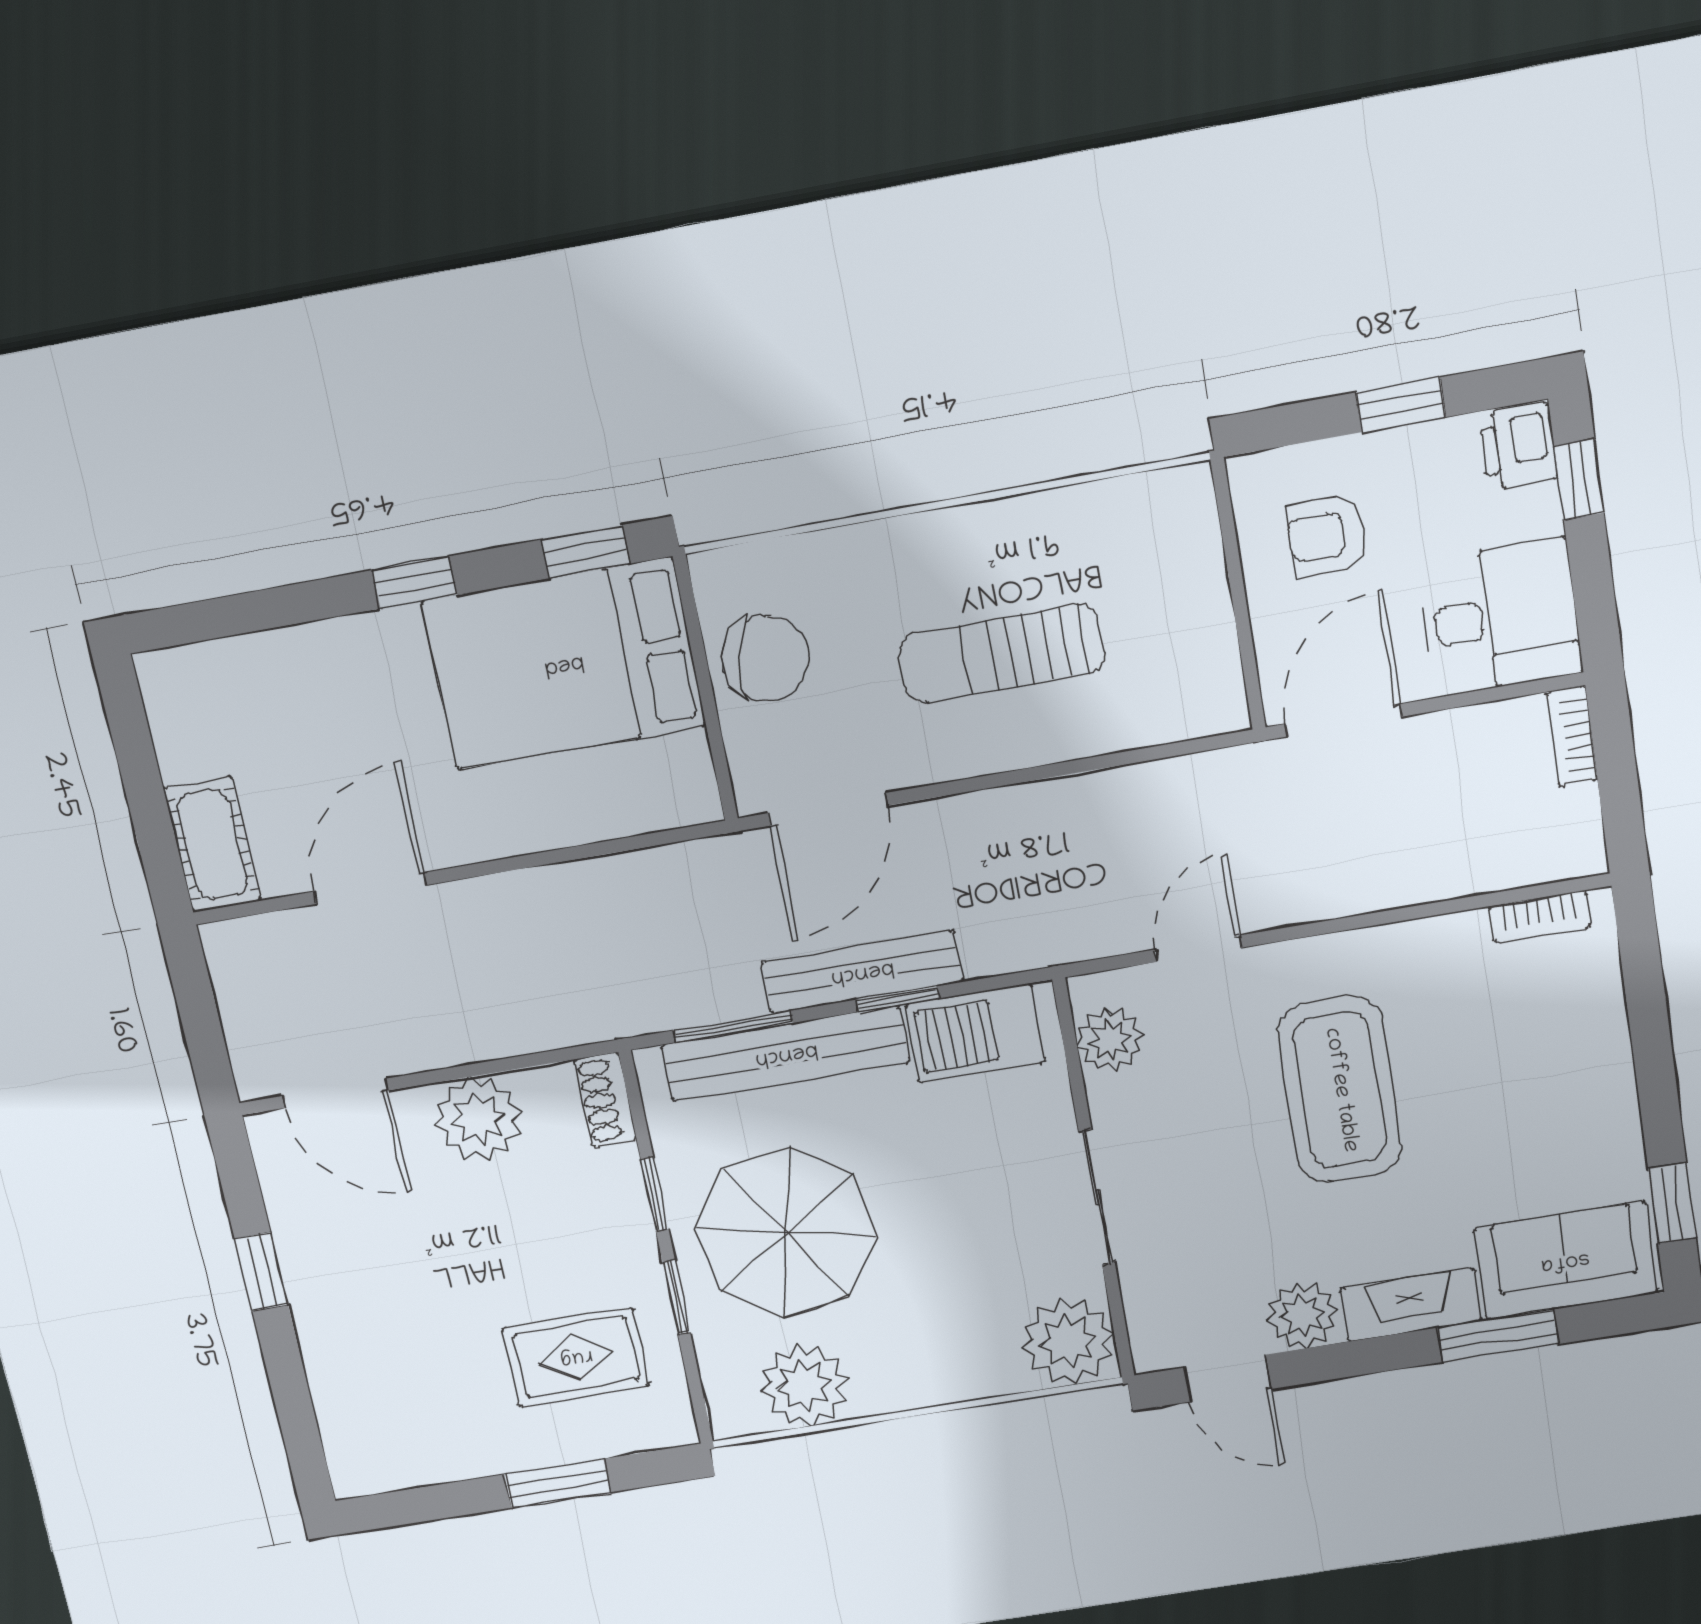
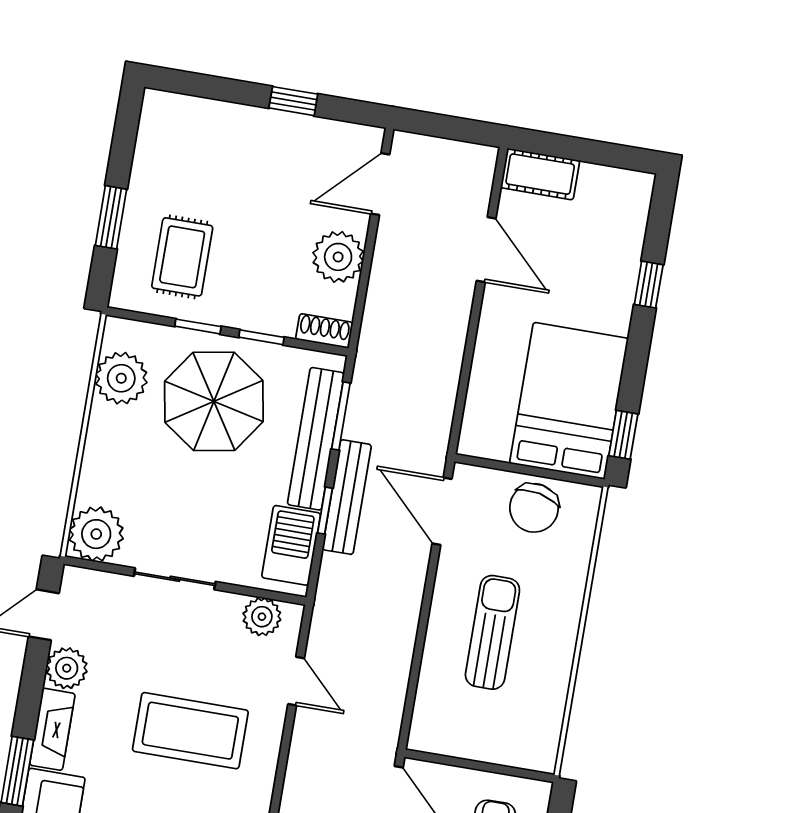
window: (415, 582) -> (649, 285), moved

